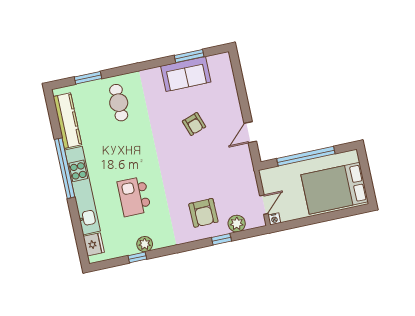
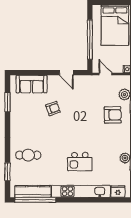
sofa: (186, 74) -> (32, 84), moved, turned 90
window: (65, 168) -> (35, 200), moved
kitchen island: (134, 196) -> (80, 162), moved
door: (264, 205) -> (105, 74), moved

